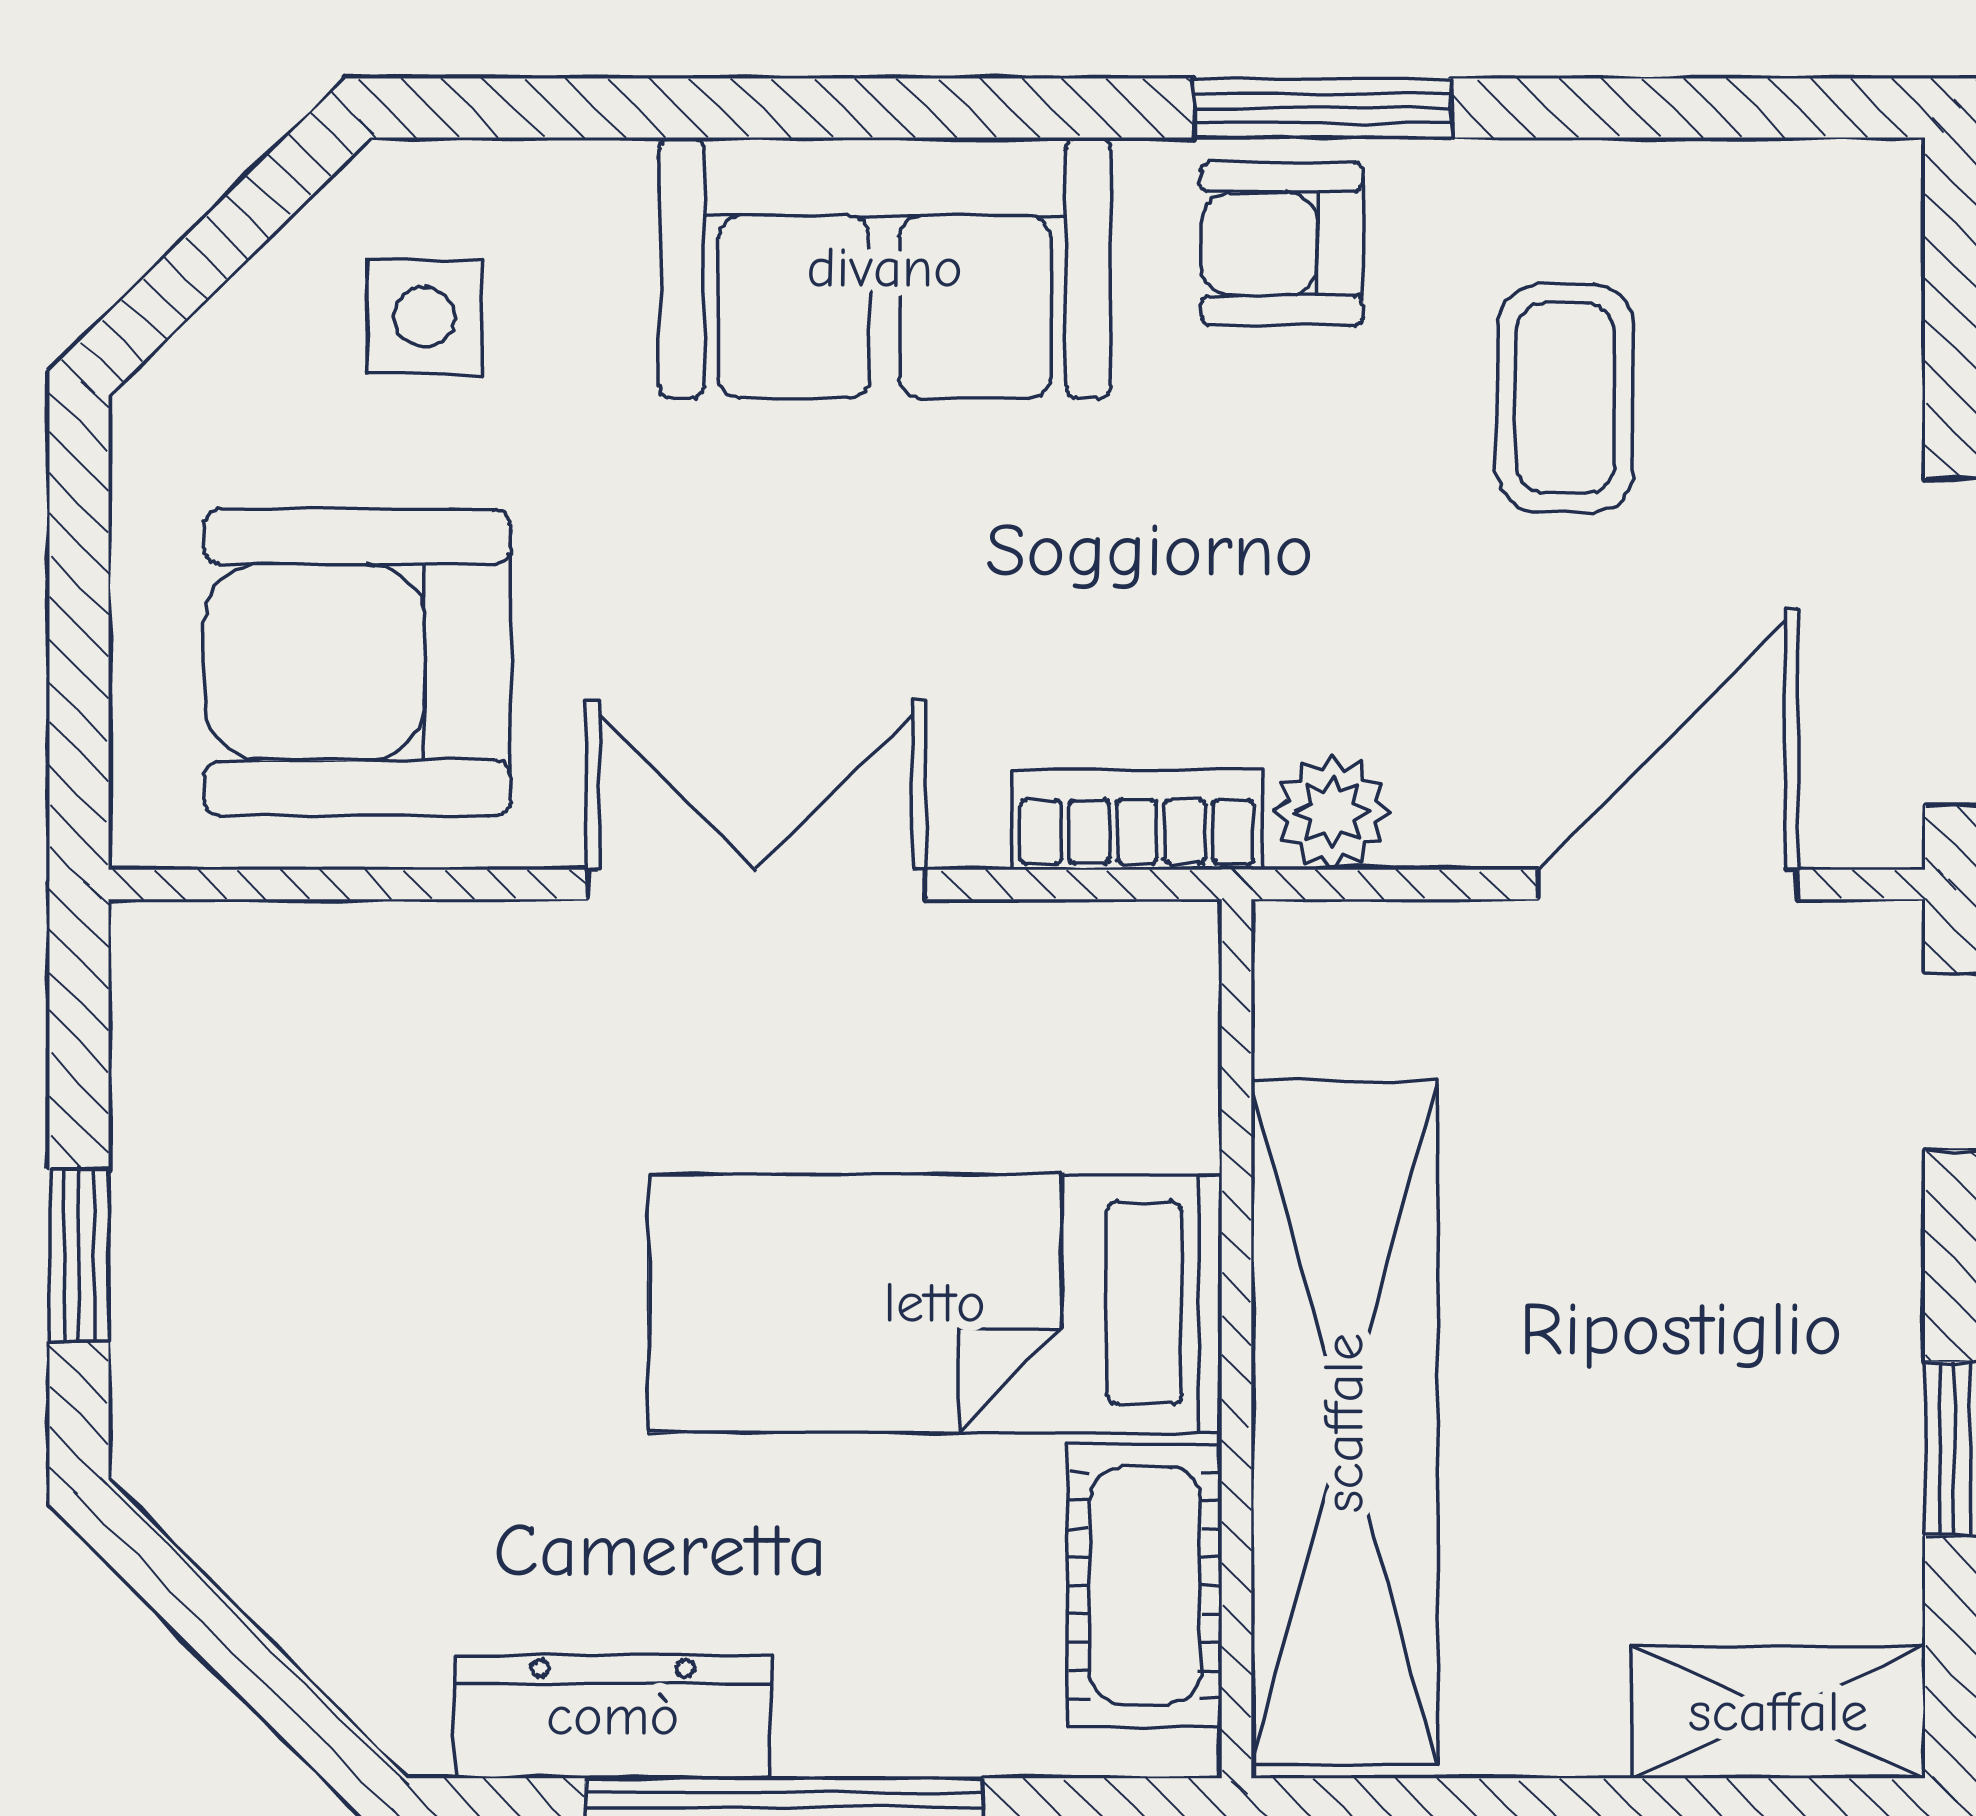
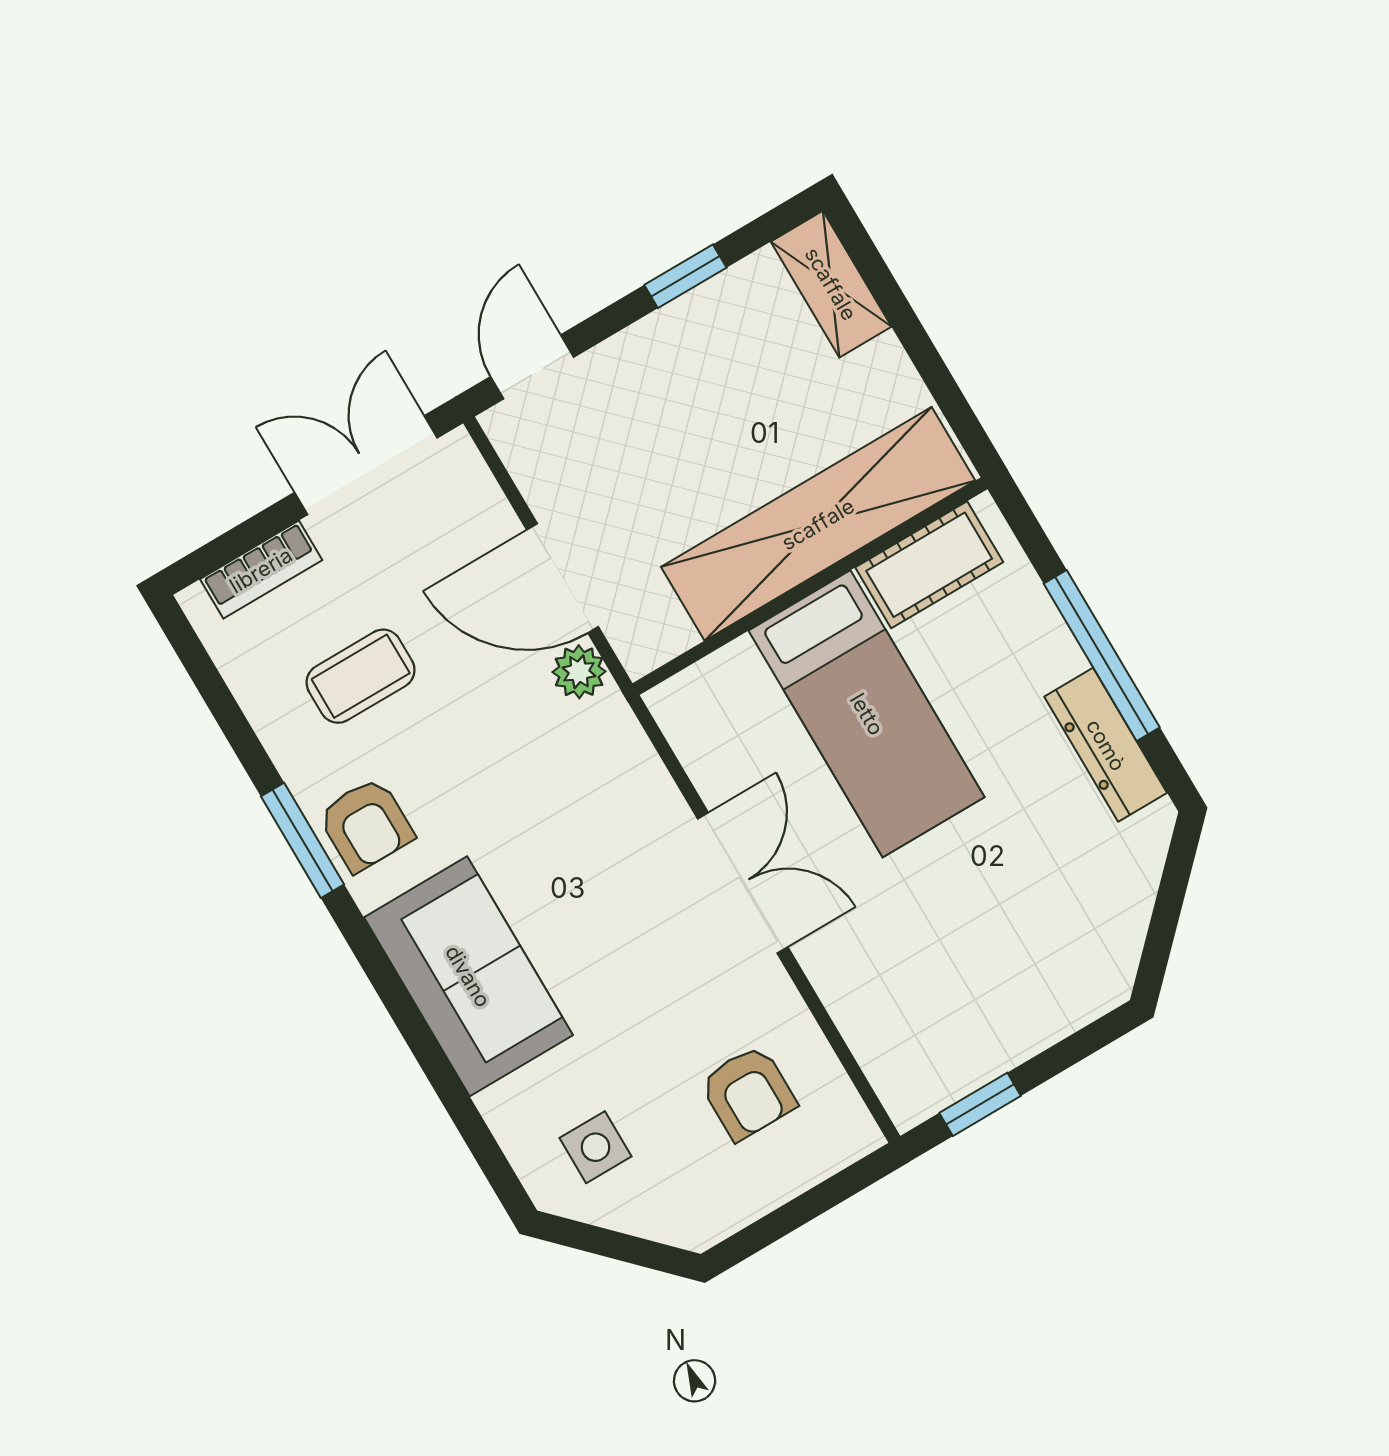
armchair: (357, 662) -> (748, 1093), width x0.53, depth x0.53
bookcase: (1137, 820) -> (261, 570), moved, turned -90
double door: (756, 885) -> (743, 883), swing flipped
door: (1668, 885) -> (563, 578), moved
window: (79, 1254) -> (980, 1104), moved

